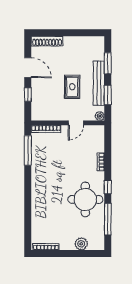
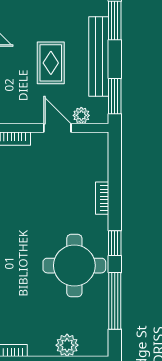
window: (108, 95) -> (115, 96), moved
plant: (100, 116) -> (81, 115), moved
door: (76, 123) -> (57, 128), swing flipped

